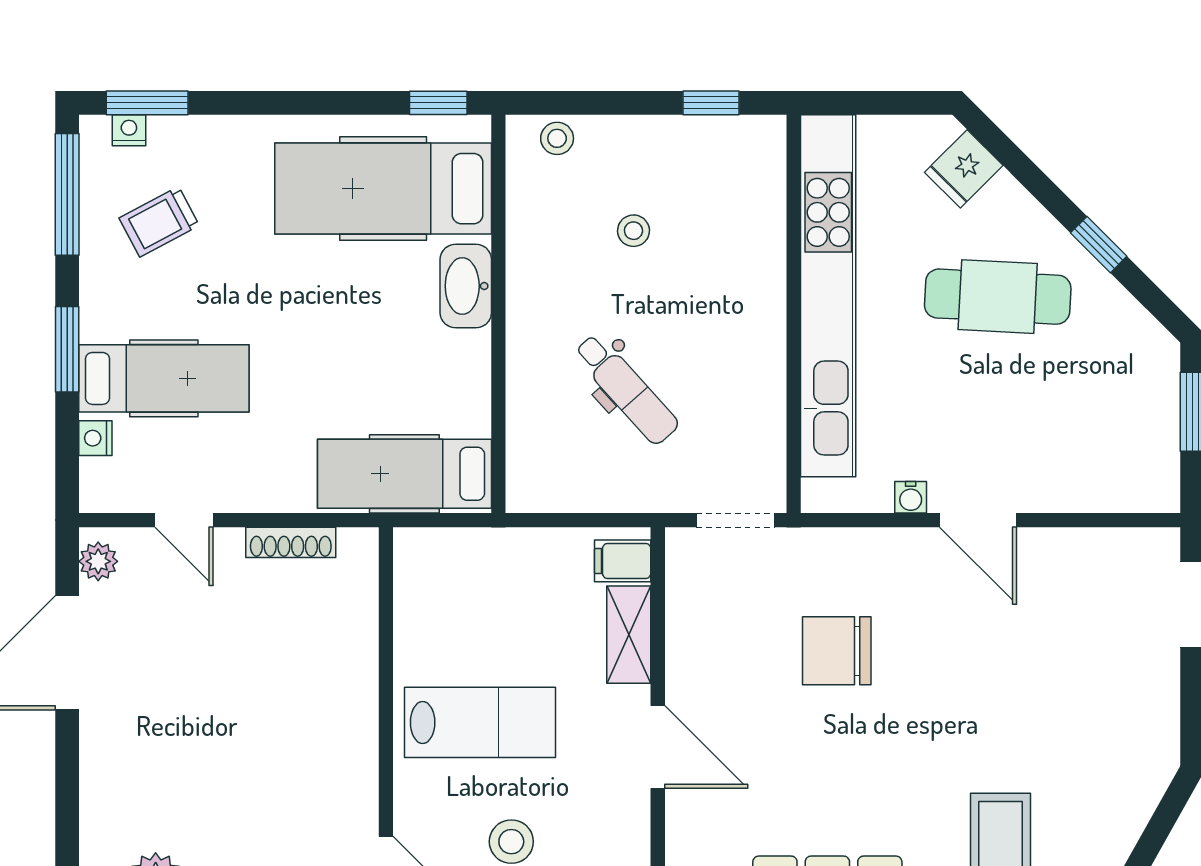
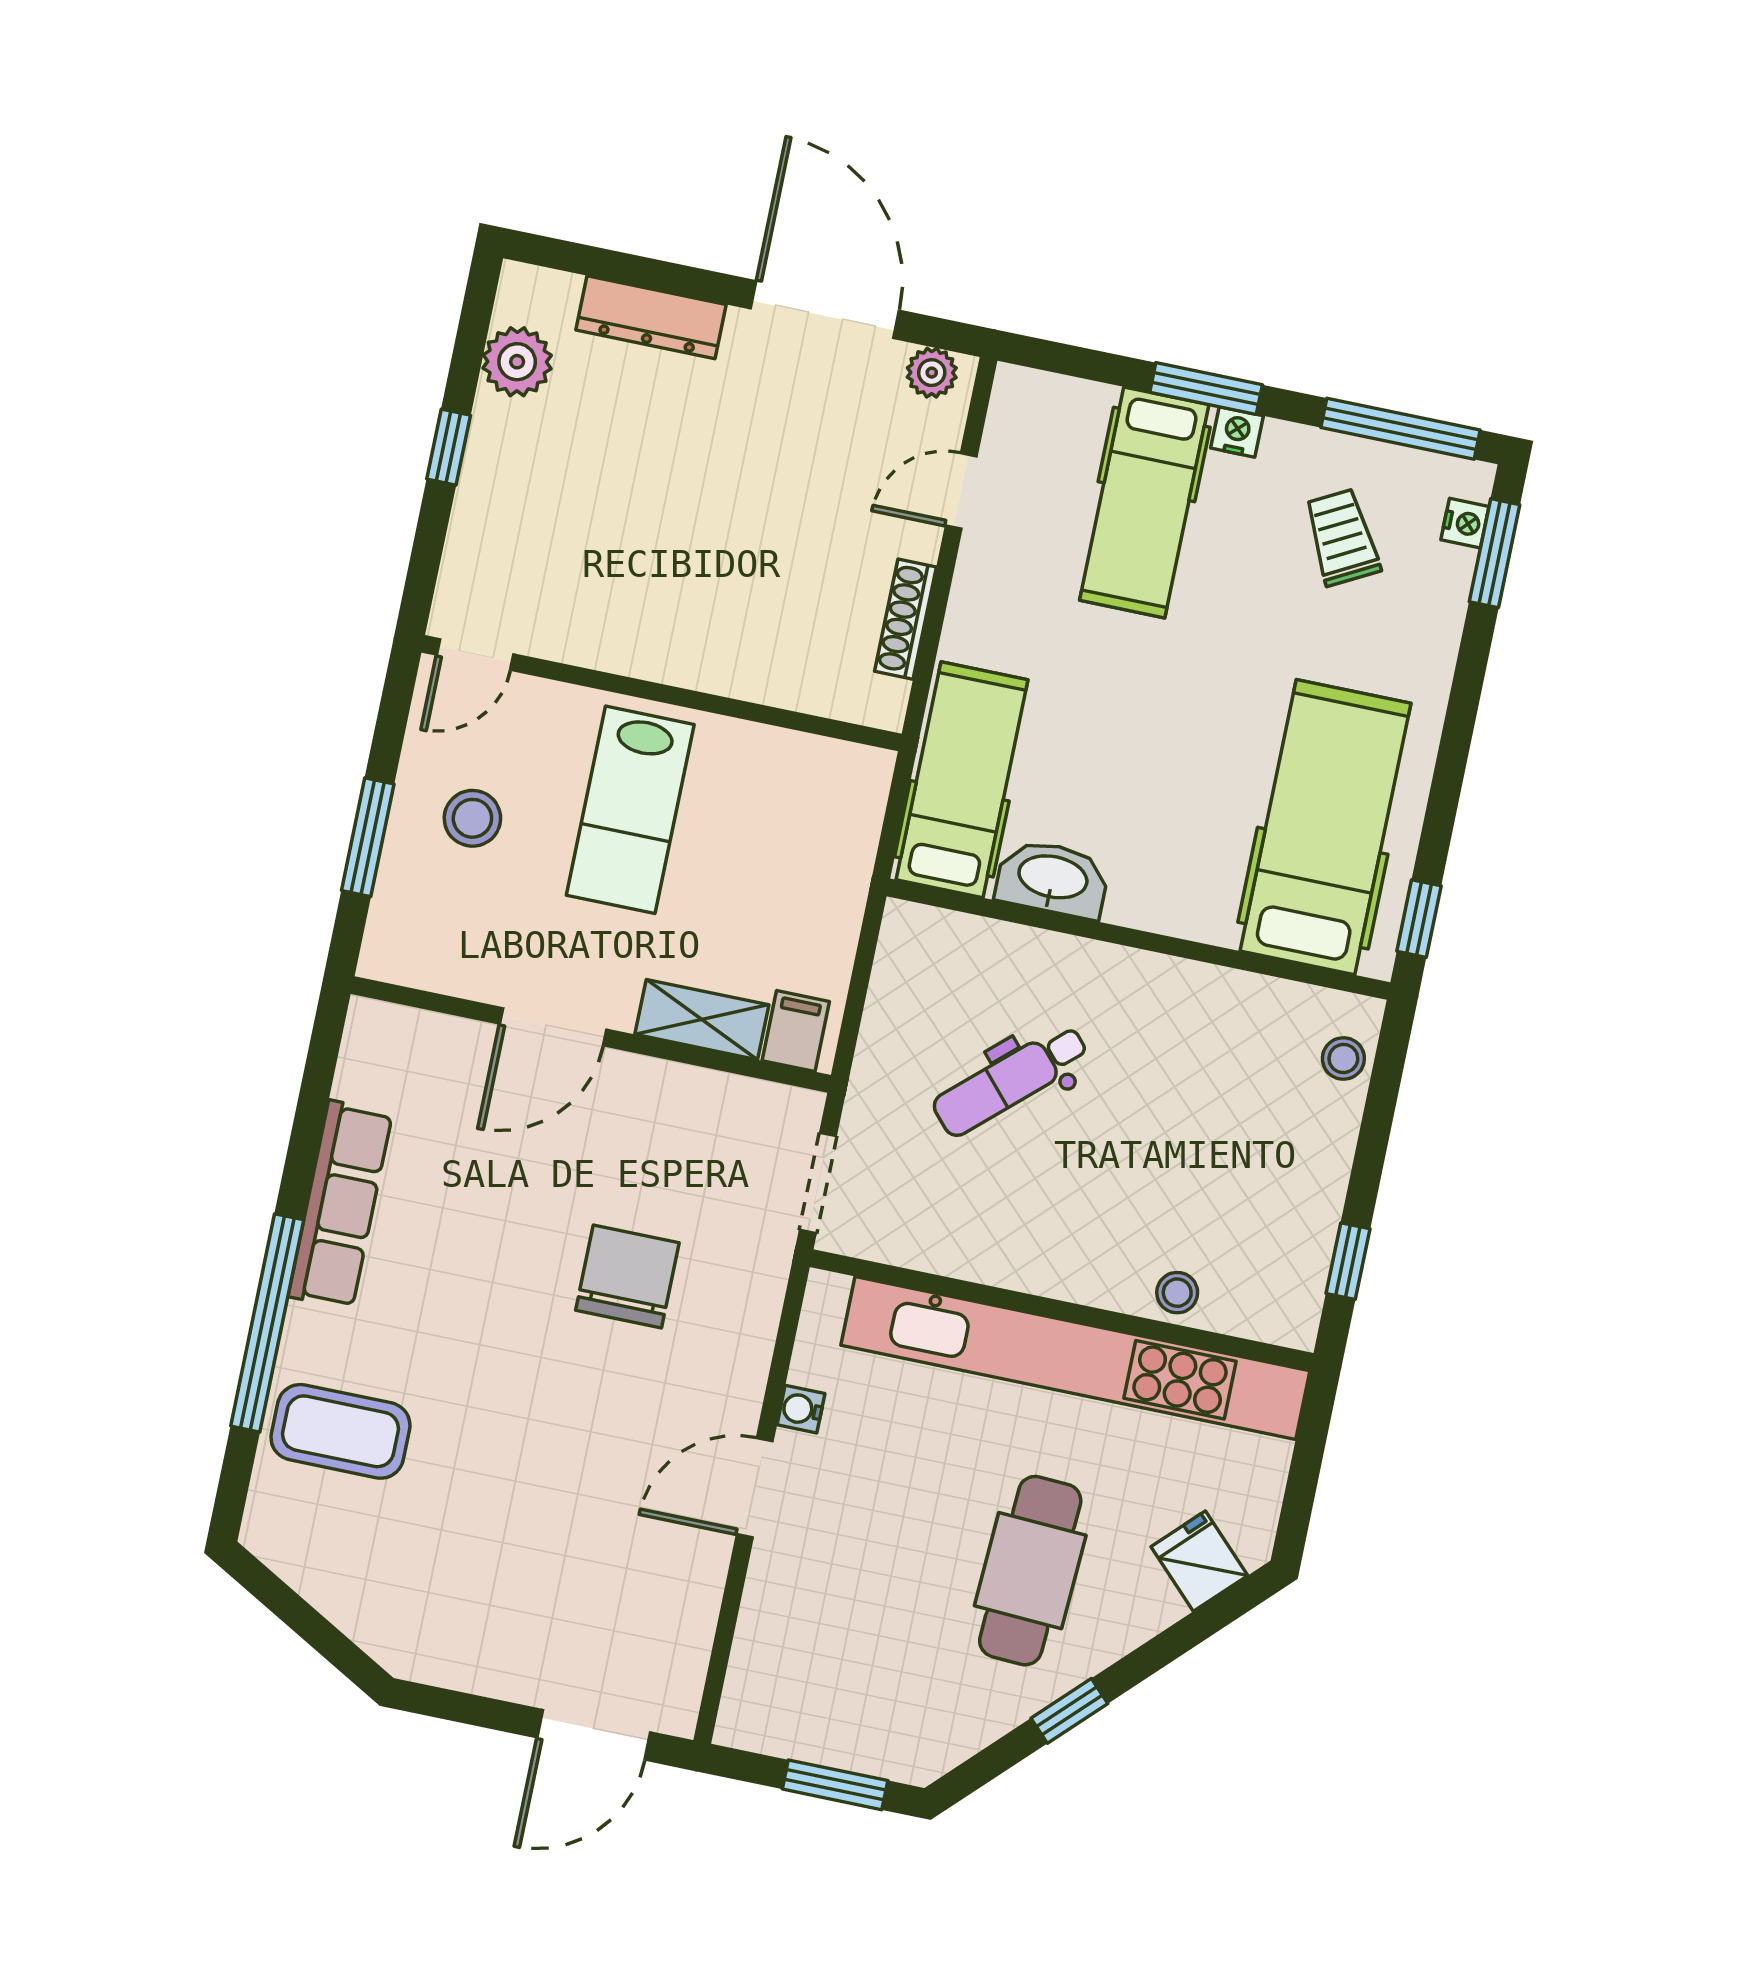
stool: (633, 231) -> (1177, 1293), moved
washbasin: (466, 286) -> (1053, 879), moved
nightstand: (95, 438) -> (1237, 432), moved
dresser: (100, 785) -> (651, 317), added

